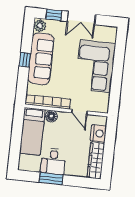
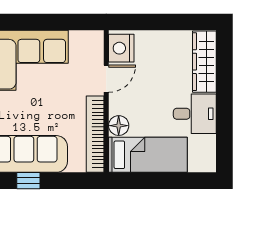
nightstand: (98, 133) -> (121, 48), moved, turned -90
wardrobe: (96, 161) -> (204, 62), moved, turned 90
window: (51, 179) -> (224, 114), removed

